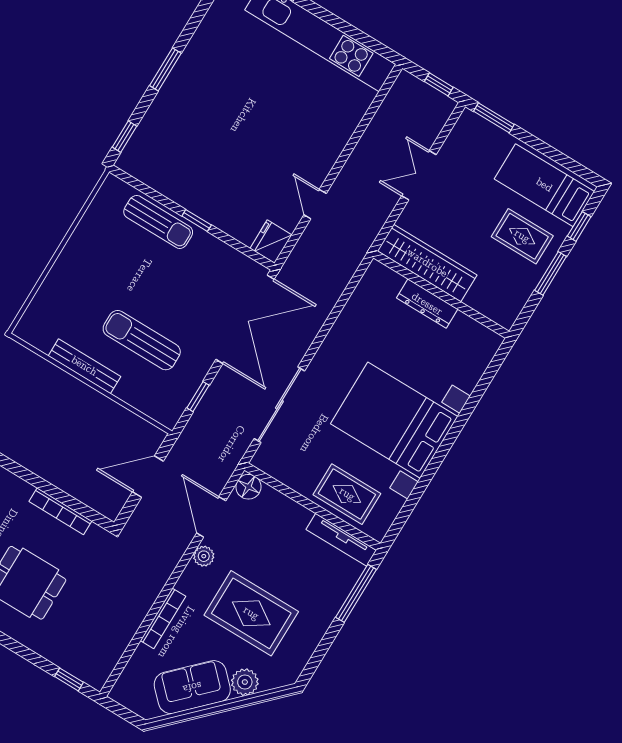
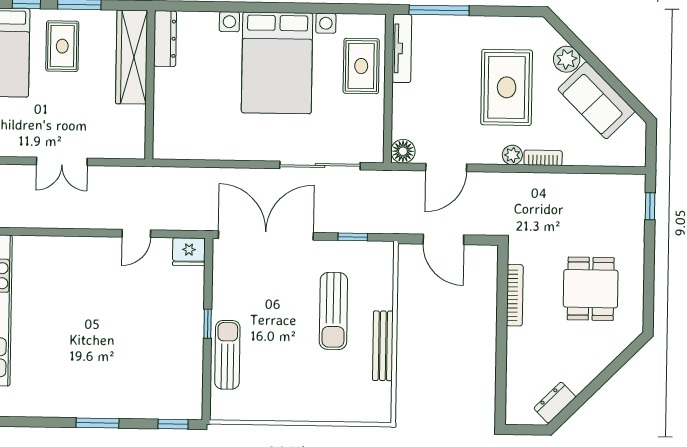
wardrobe: (427, 263) -> (132, 57), moved
dresser: (427, 304) -> (165, 39), moved
plant: (204, 556) -> (512, 155), moved
bookcase: (163, 618) -> (543, 158), width x0.64

